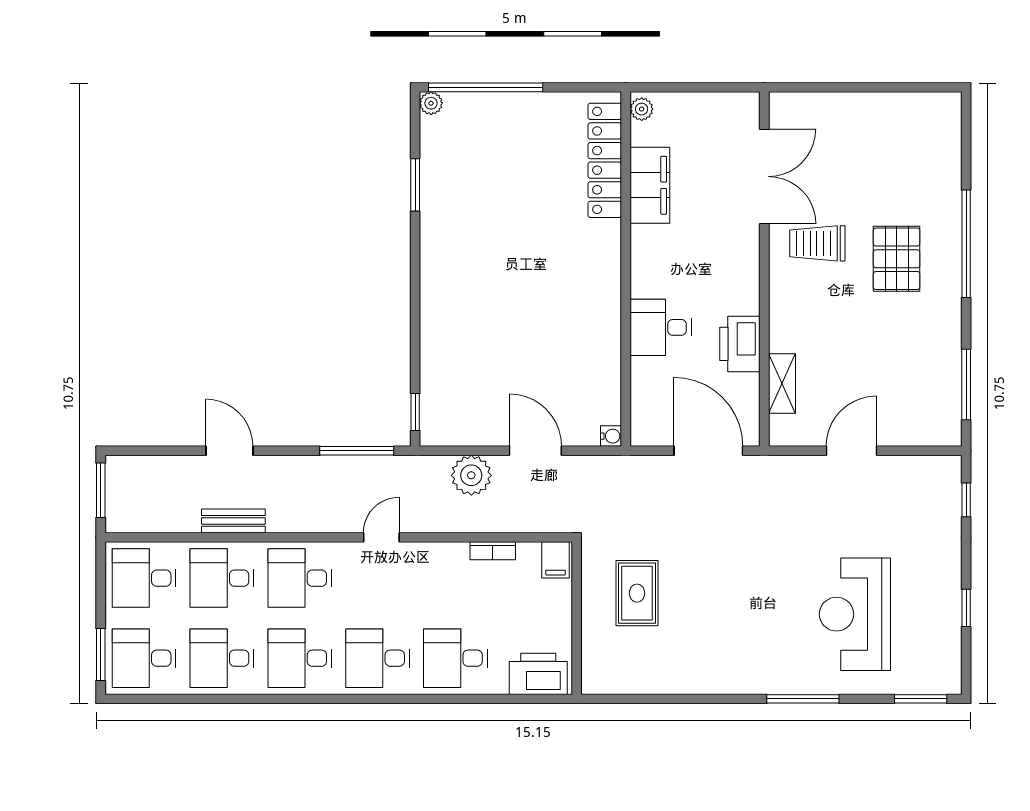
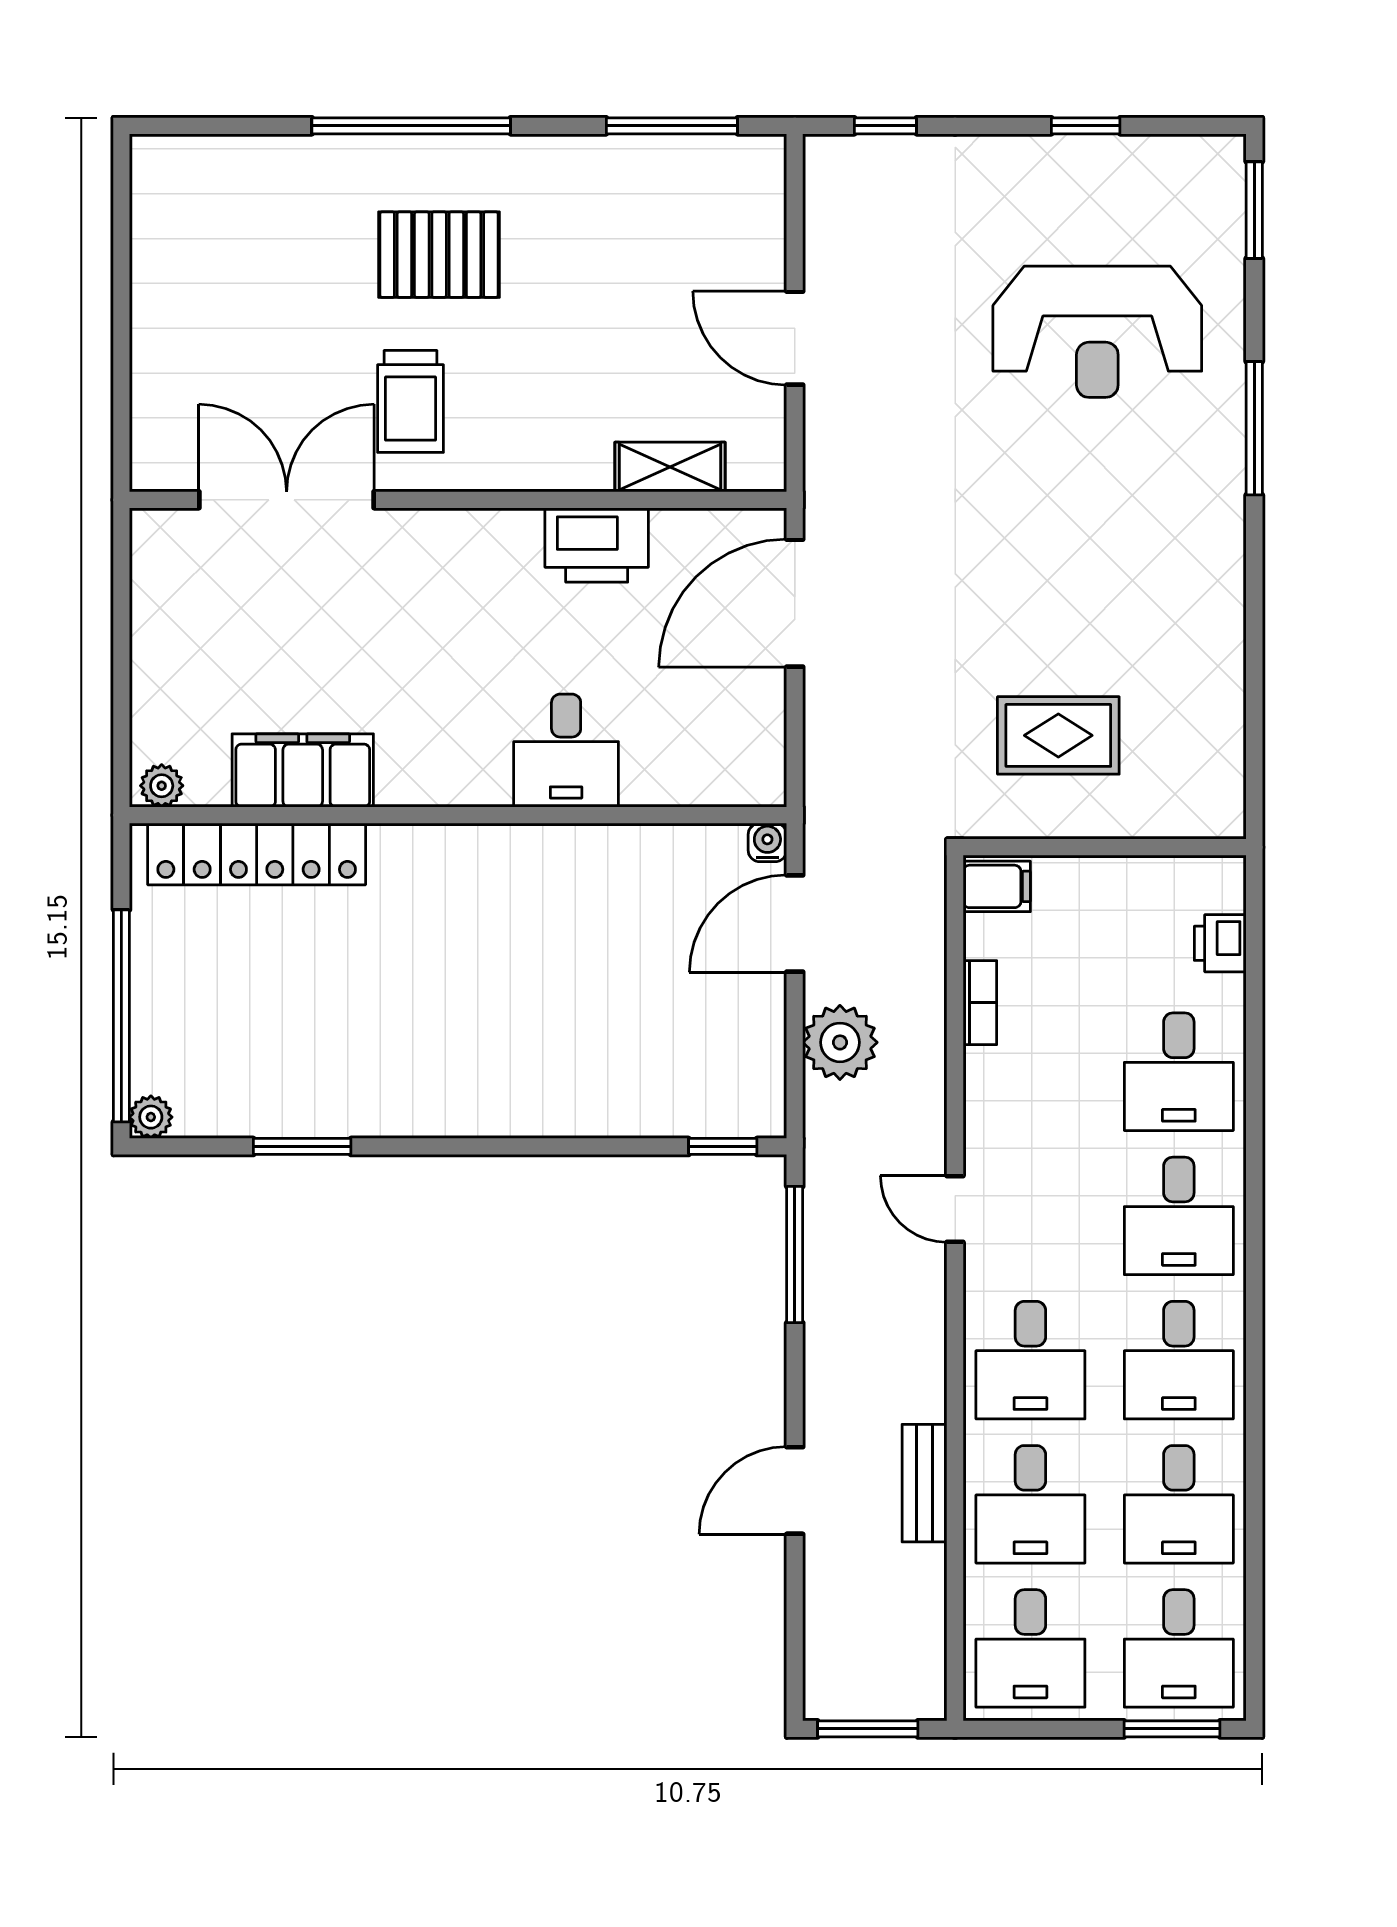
plant: (642, 109) -> (162, 786), moved
locker: (605, 160) -> (257, 854), moved
filing cabinet: (650, 185) -> (303, 770), moved
wall: (626, 269) -> (458, 815), moved
desk: (661, 327) -> (566, 751), moved
water cooler: (611, 436) -> (767, 842), moved
printer: (538, 674) -> (1220, 943), width x0.53, depth x0.68

